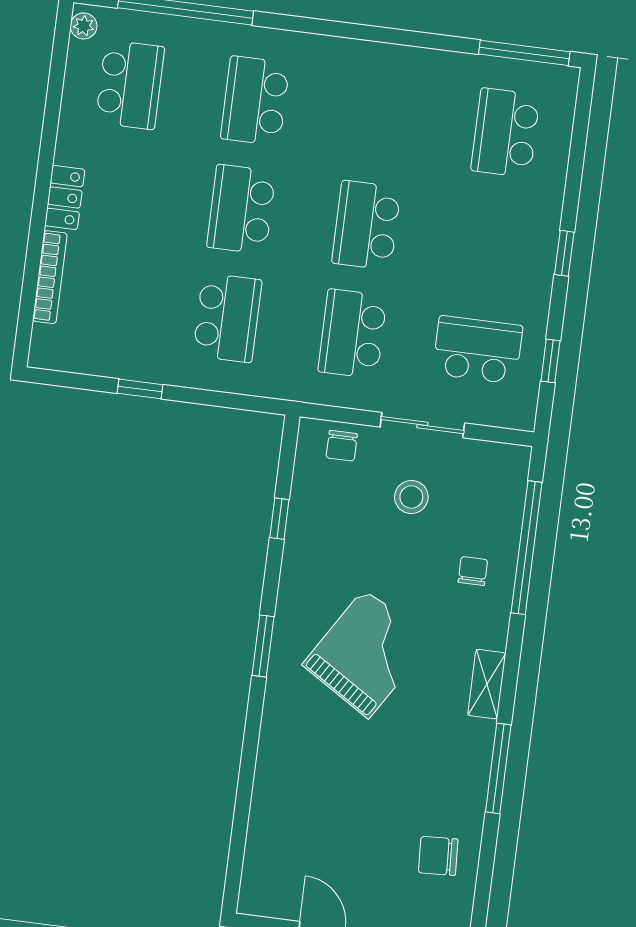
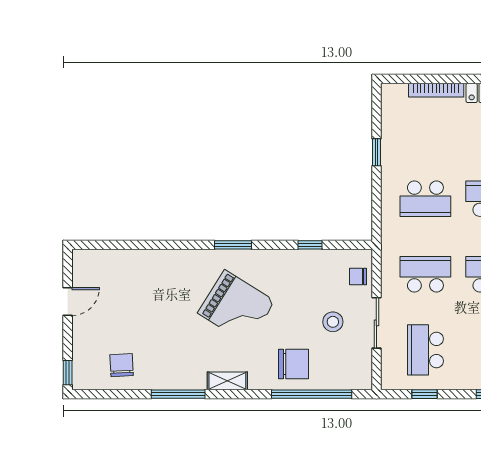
school desk: (478, 350) -> (425, 350), turned 180
chair: (473, 571) -> (294, 364), width x1.87, depth x1.87

